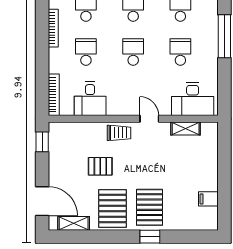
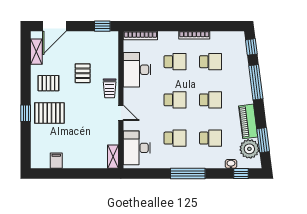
desk: (90, 99) -> (137, 70), width x1.37
door: (149, 119) -> (121, 113), hinge flipped
shelving: (186, 129) -> (113, 157), moved
pallet: (112, 208) -> (48, 83), width x0.67, depth x0.71

